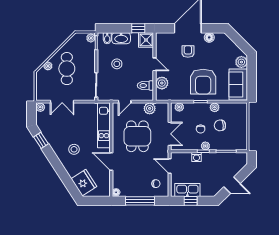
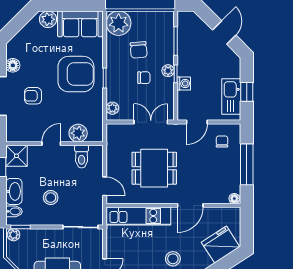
plant: (215, 107) -> (119, 23), moved, width x1.87, depth x1.87
plant: (150, 108) -> (114, 151), removed

